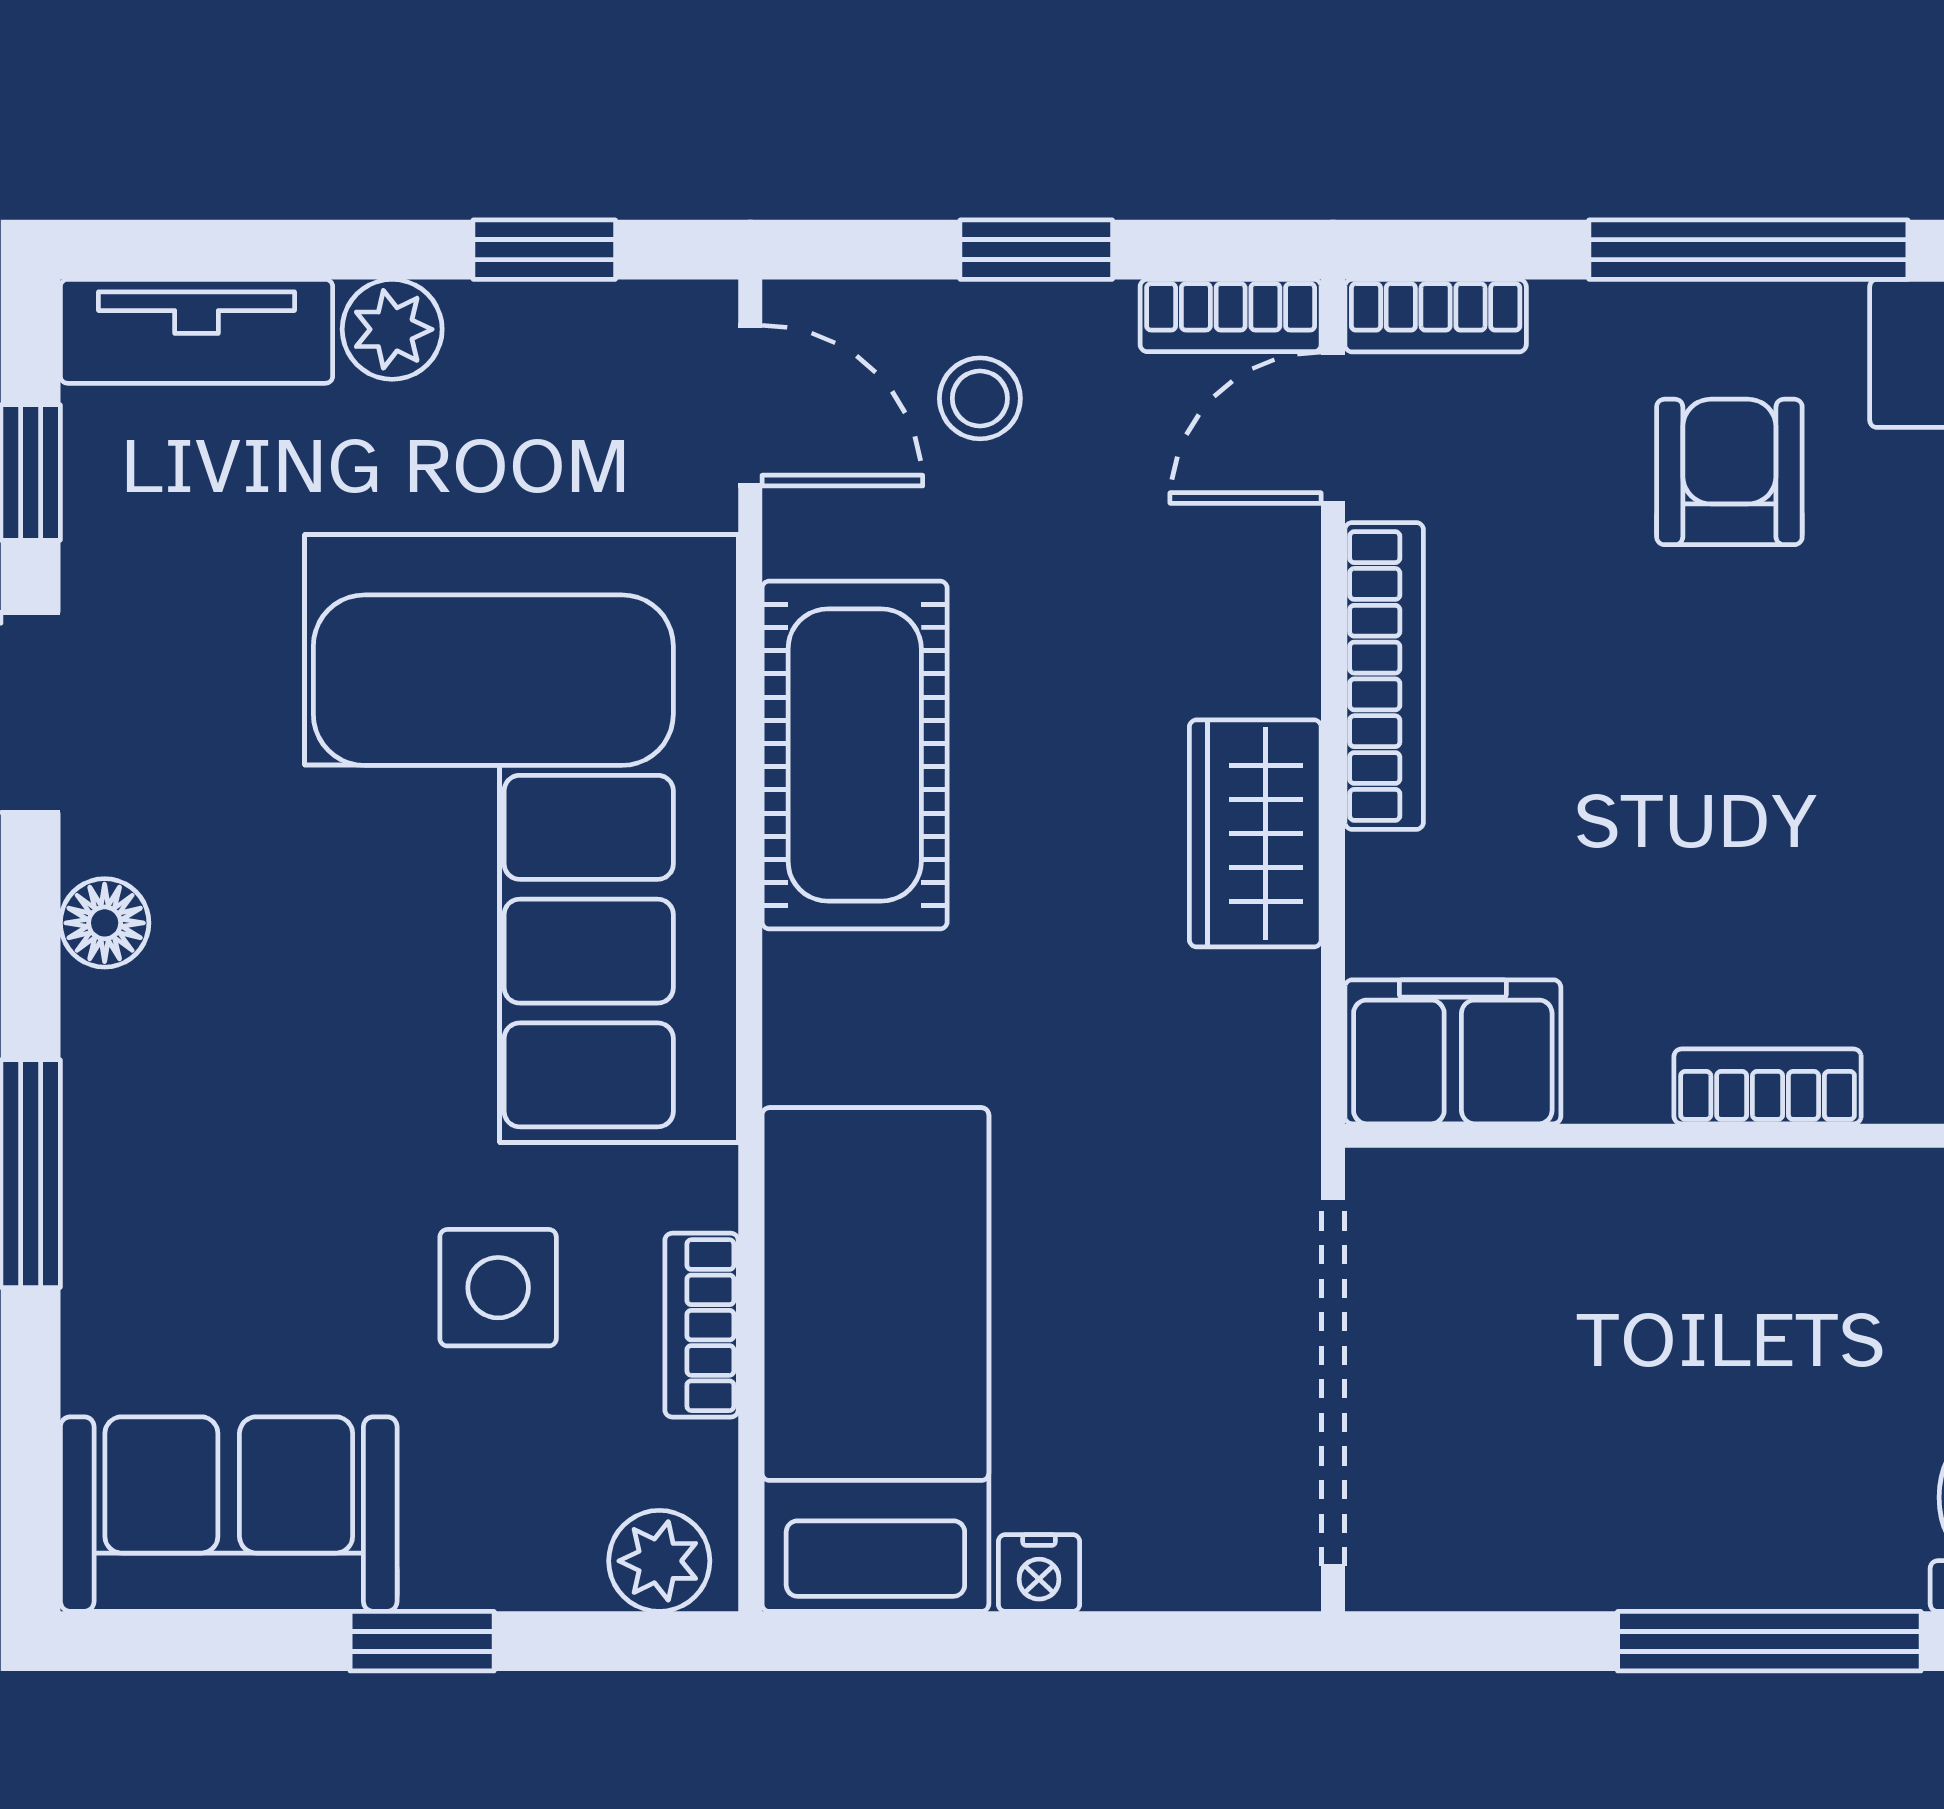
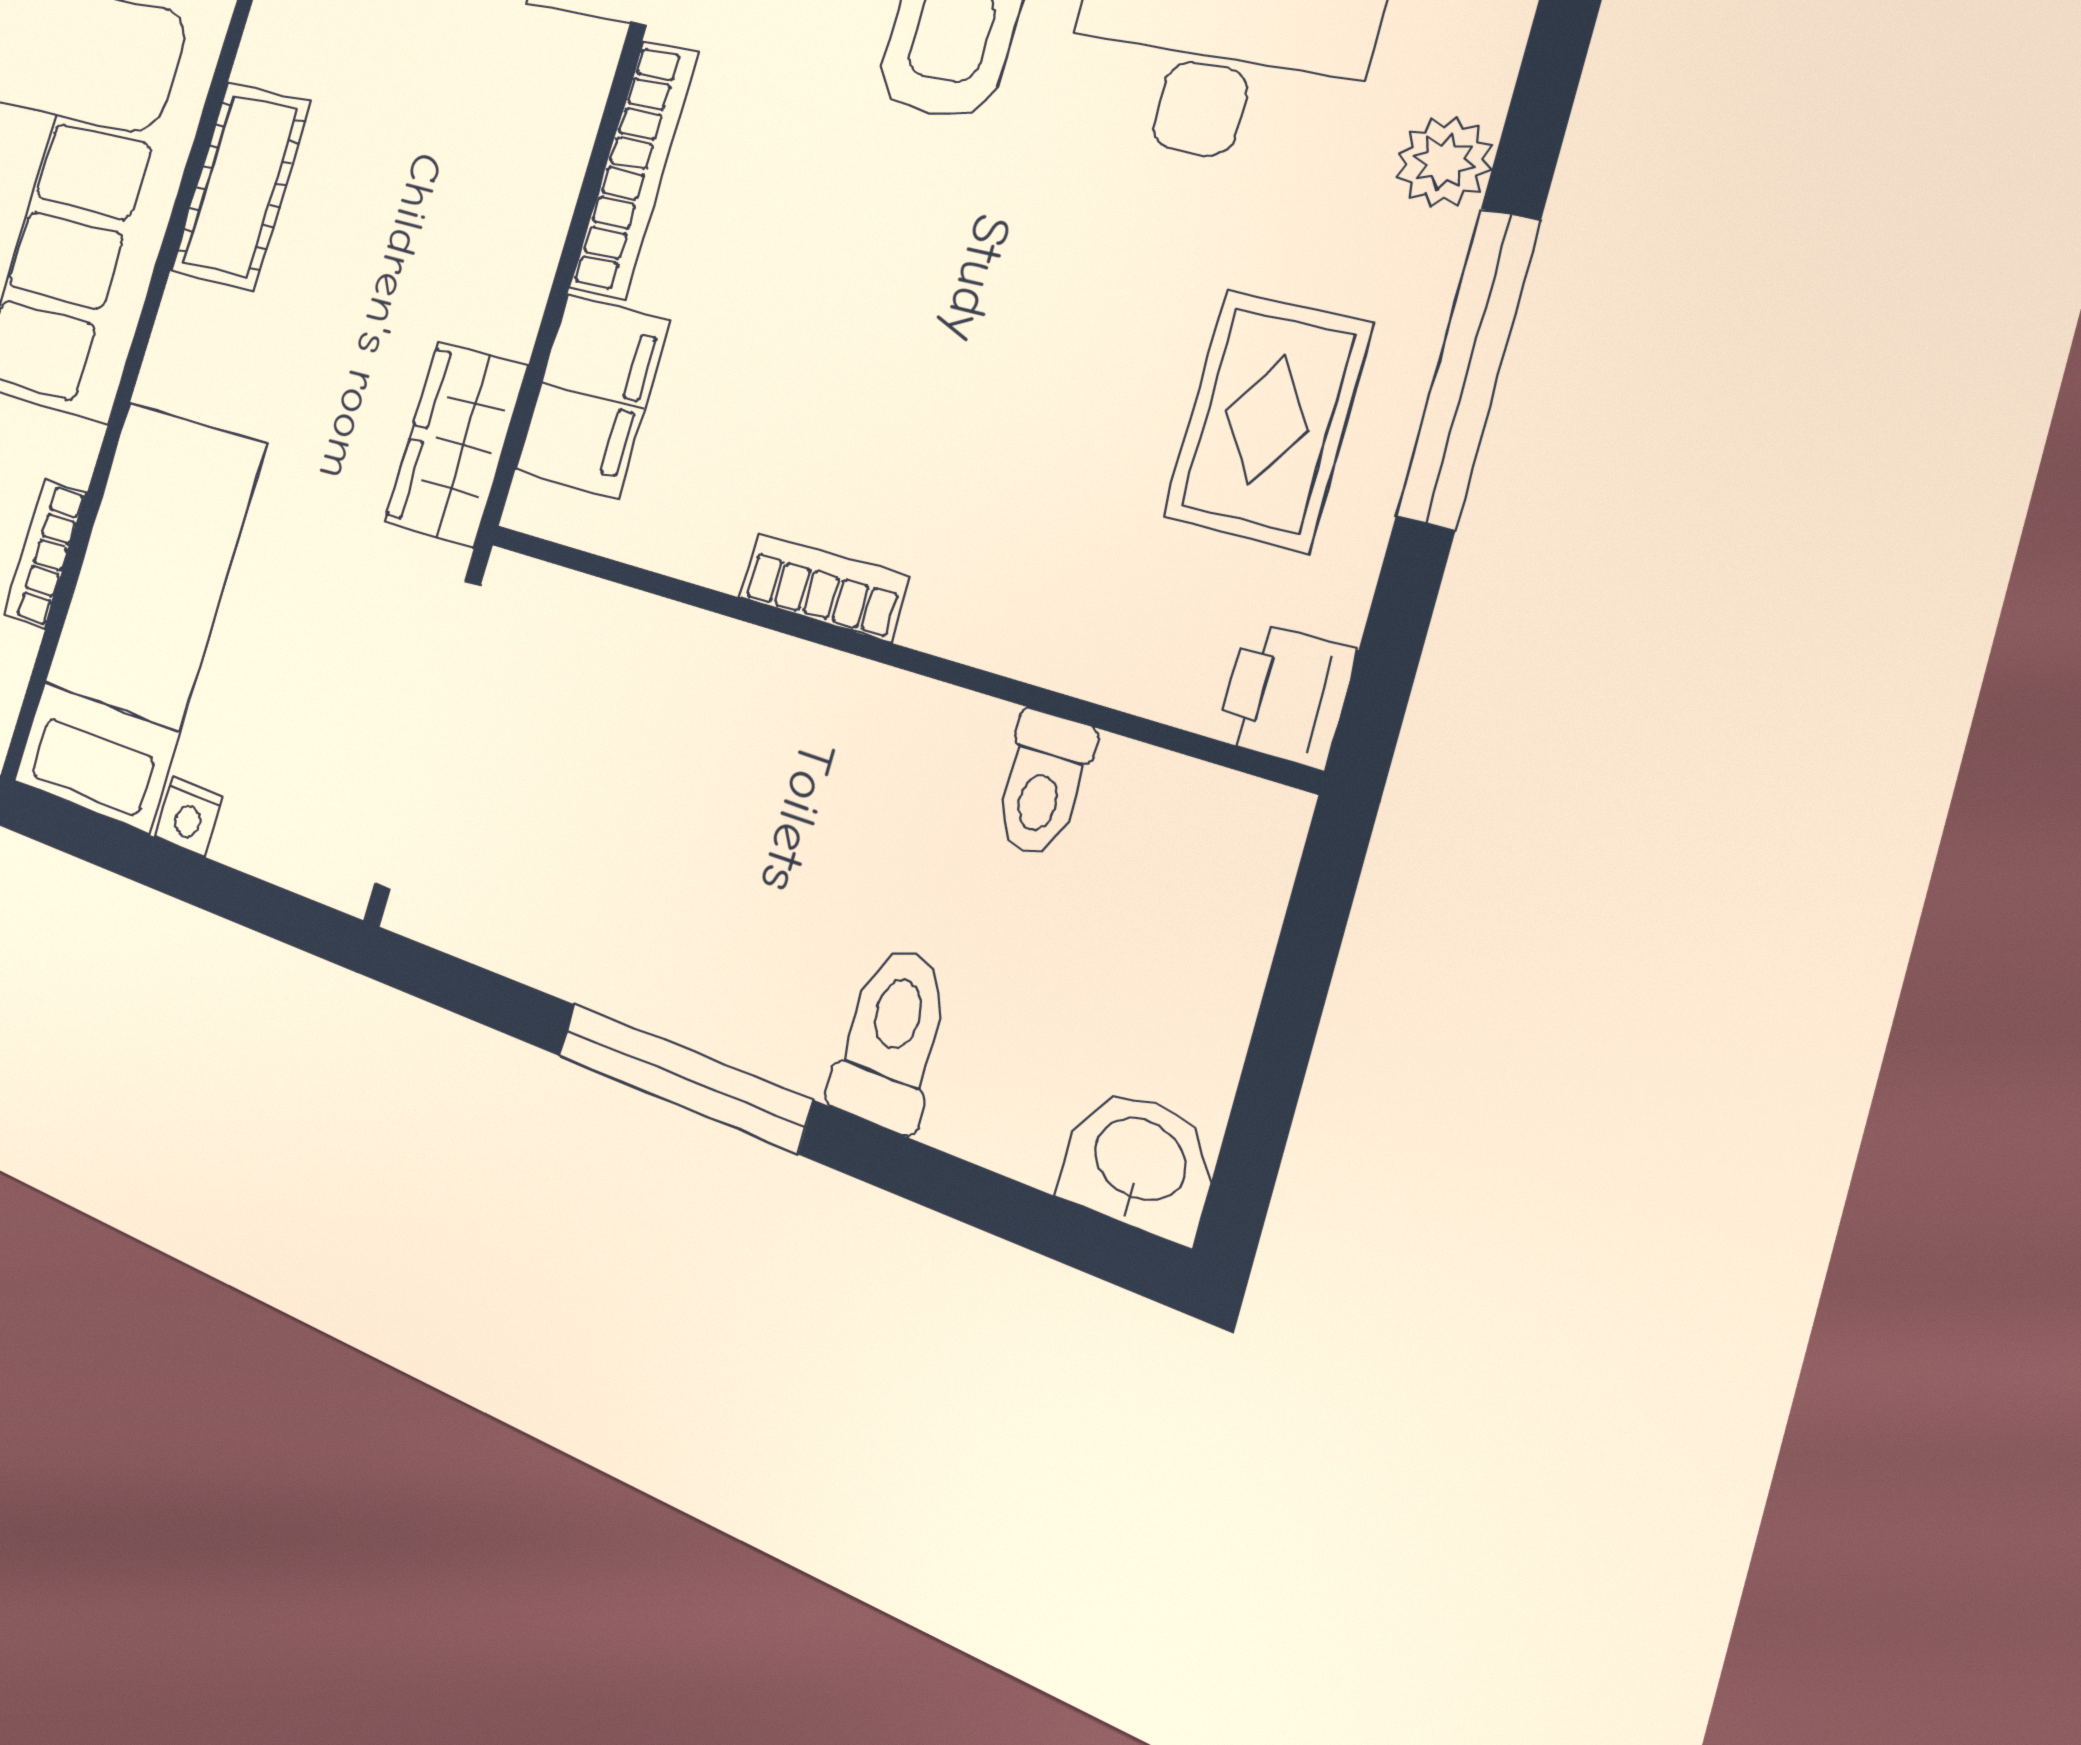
cot: (855, 755) -> (240, 186), width x0.73, depth x0.75
wardrobe: (1255, 833) -> (456, 444), moved
filing cabinet: (1453, 1052) -> (592, 396), moved, turned 90

